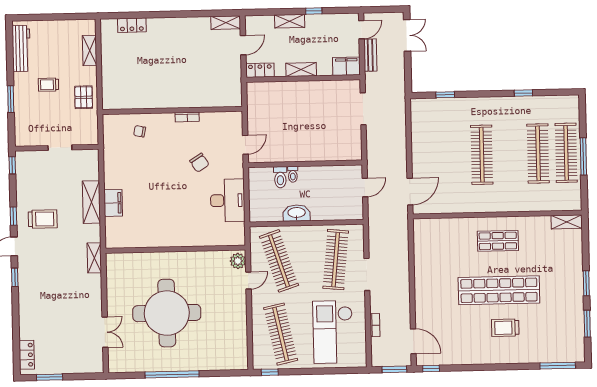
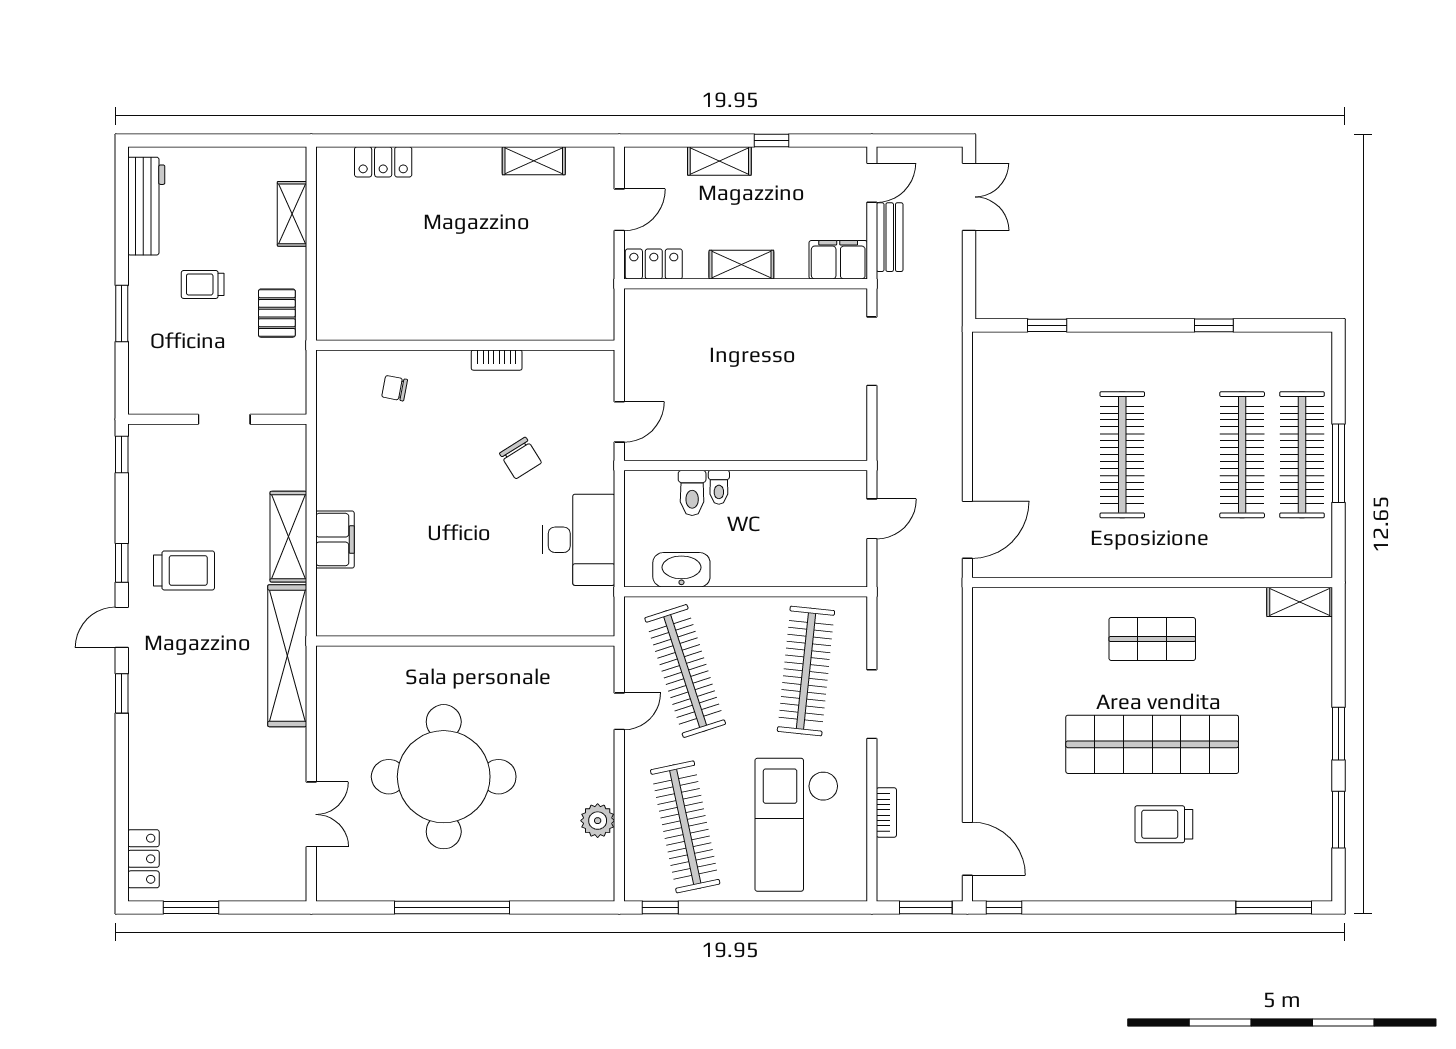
shelving: (226, 23) -> (534, 161), moved
washbasin: (297, 213) -> (681, 570), moved
shelving: (94, 258) -> (287, 656), width x2.20, depth x1.33
plant: (238, 261) -> (598, 821), moved

